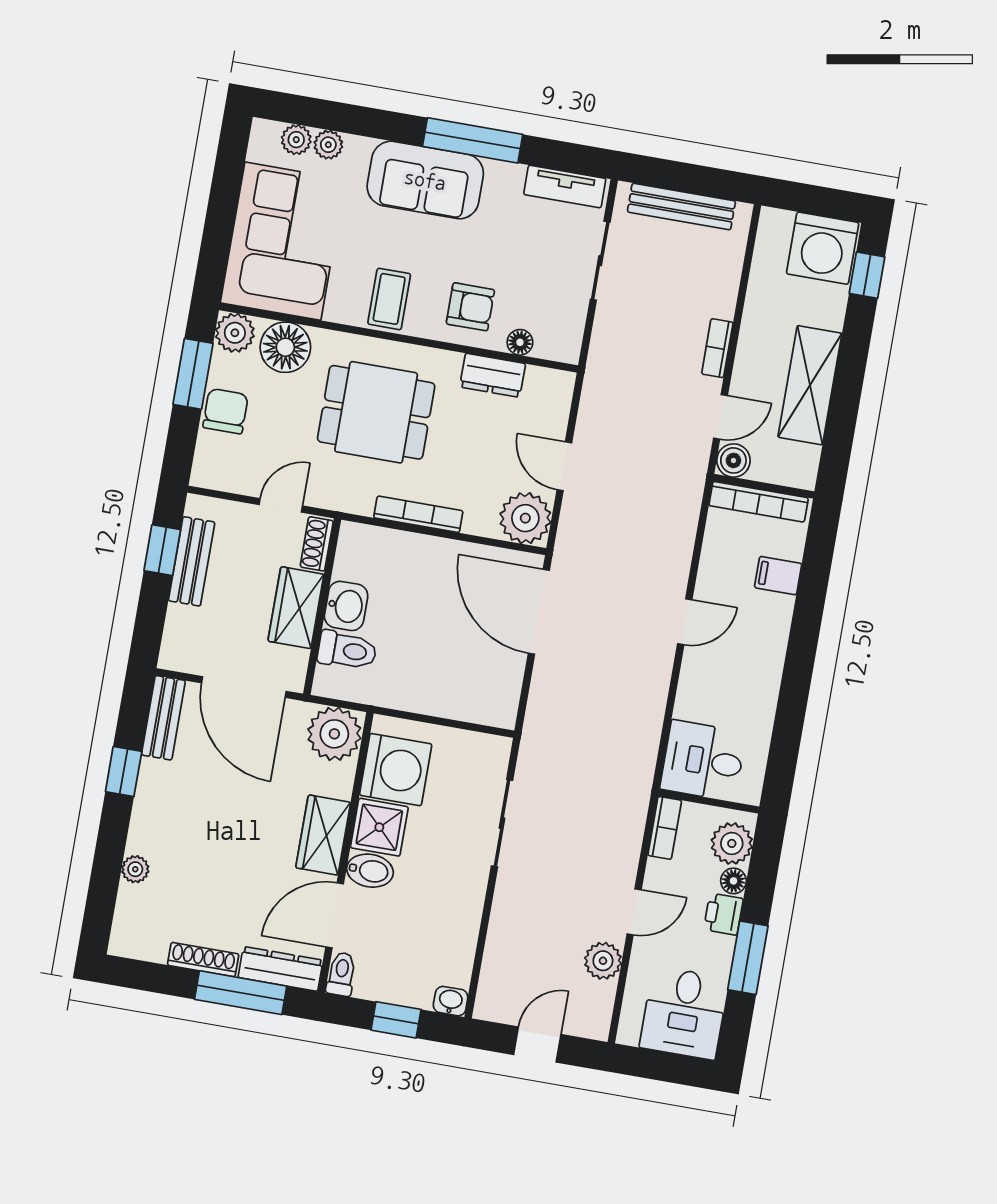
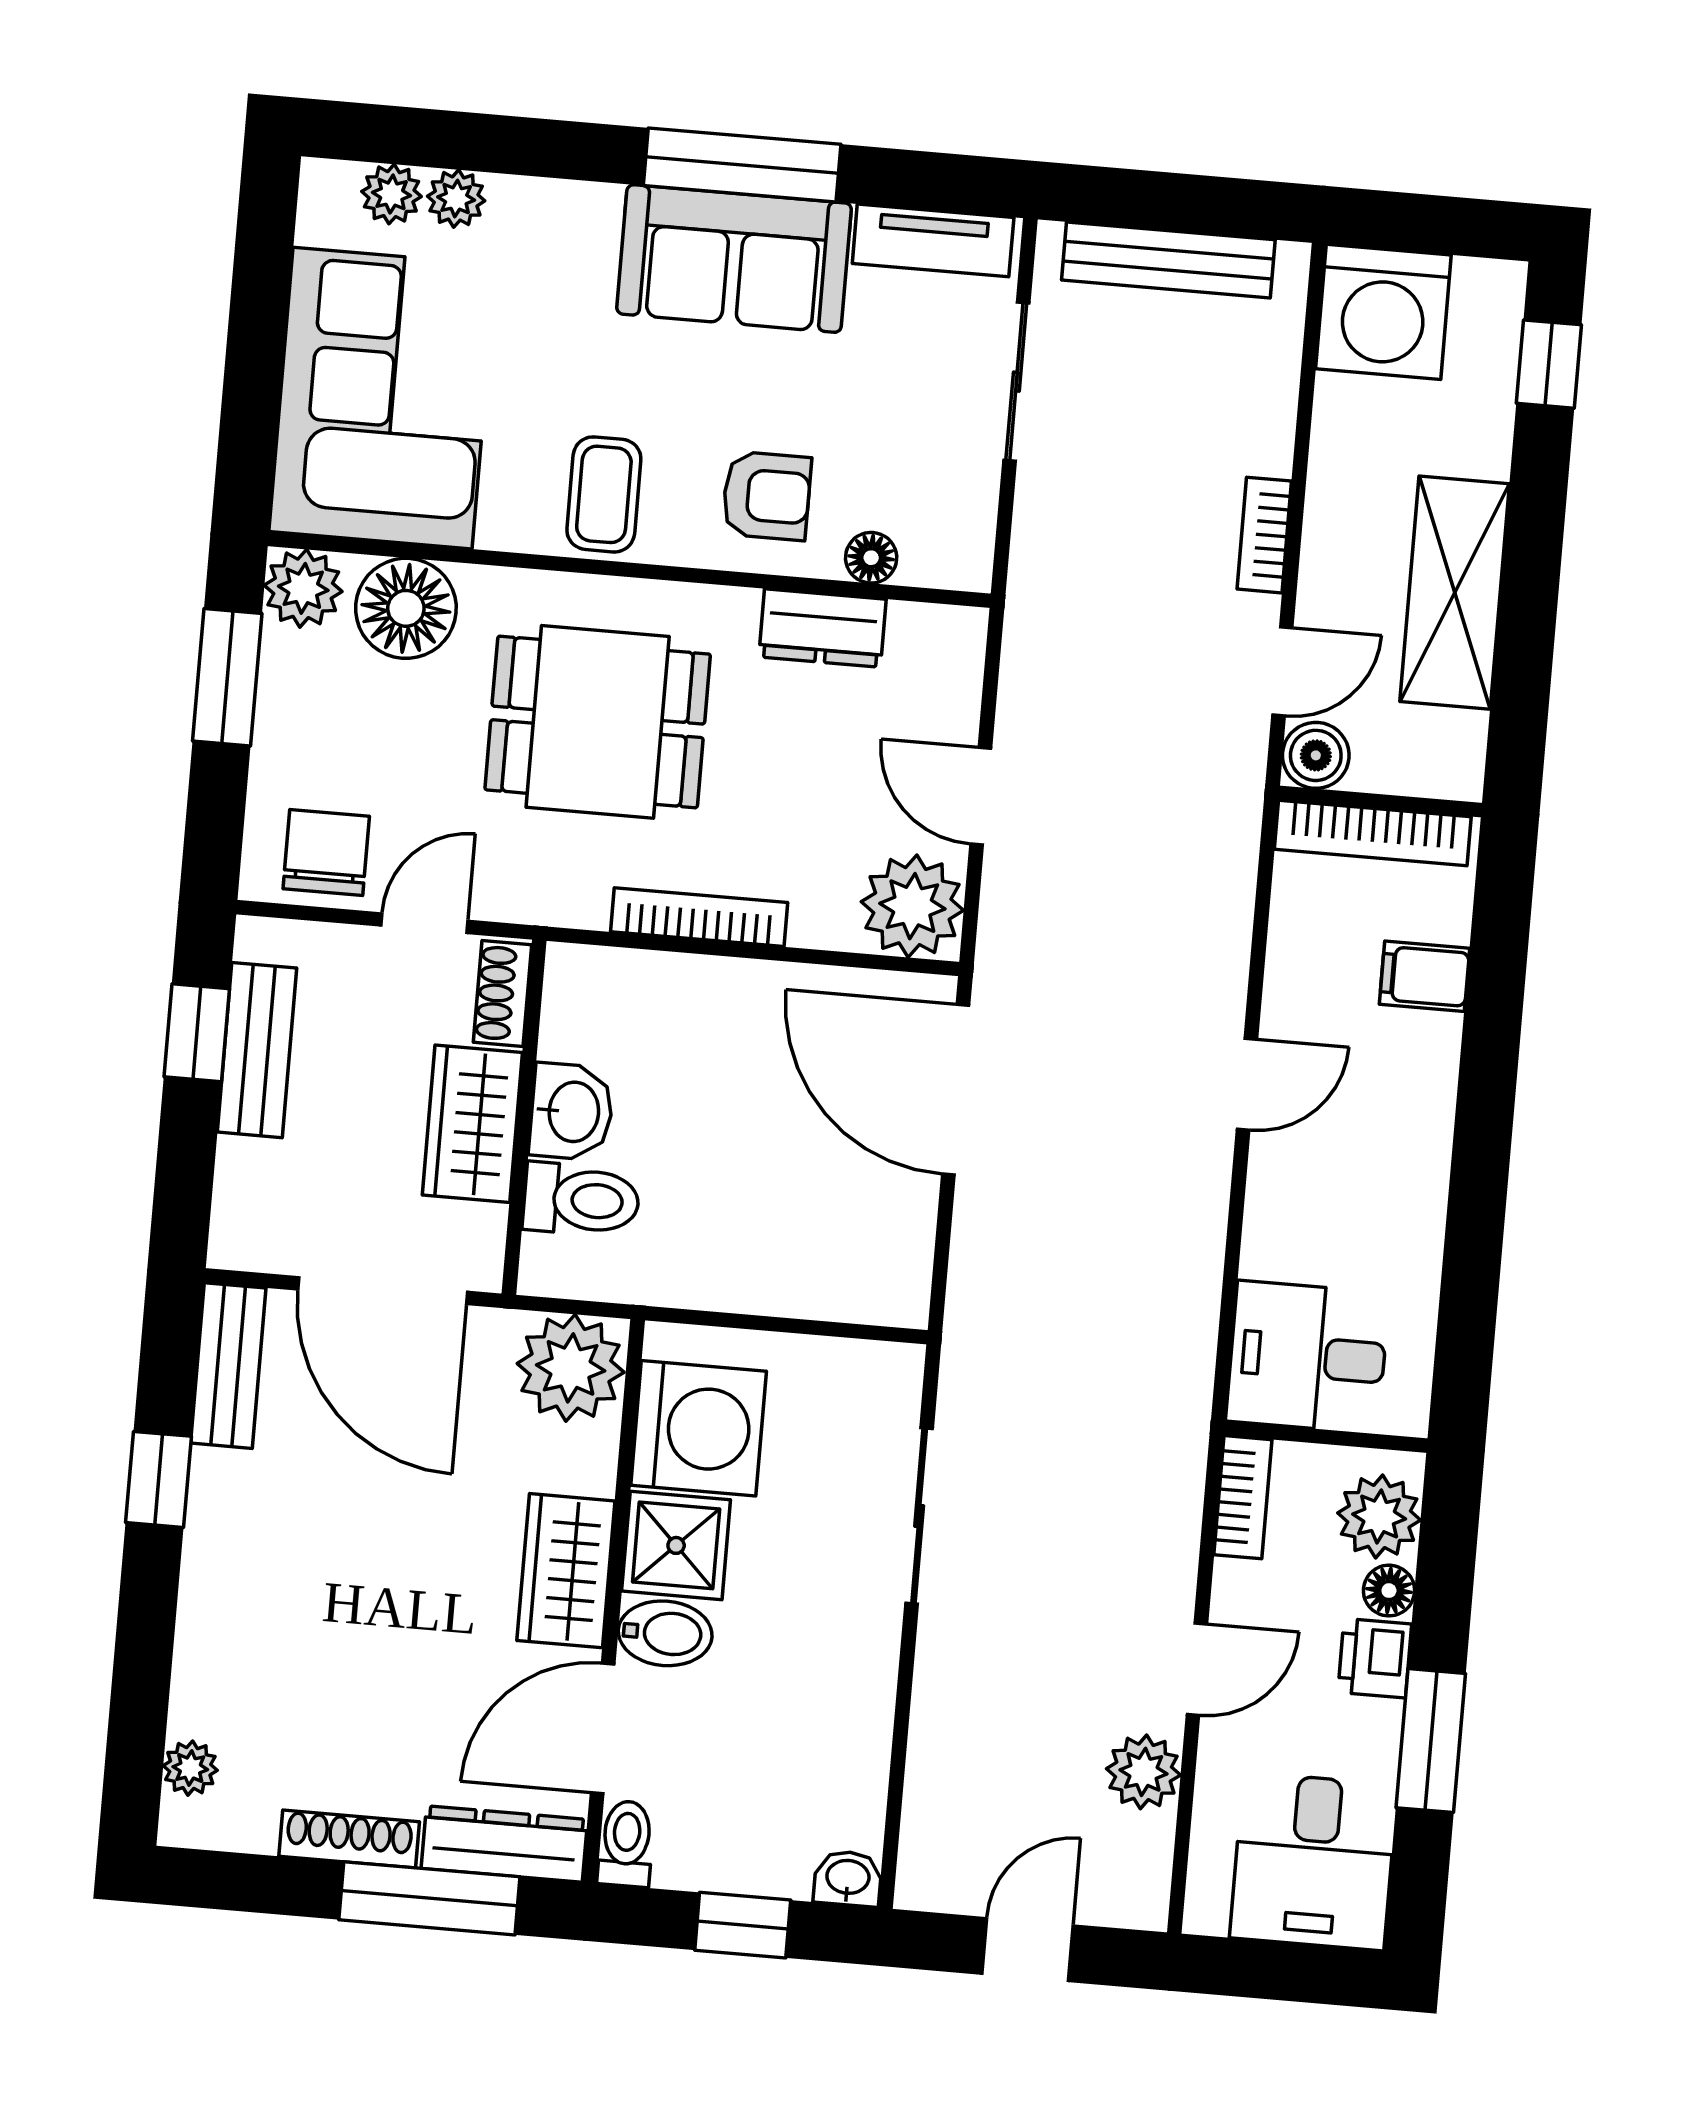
sofa: (425, 180) -> (734, 259), moved
washing machine: (823, 248) -> (1383, 312), moved
chair: (226, 411) -> (326, 852), moved
plant: (135, 869) -> (190, 1768), moved

